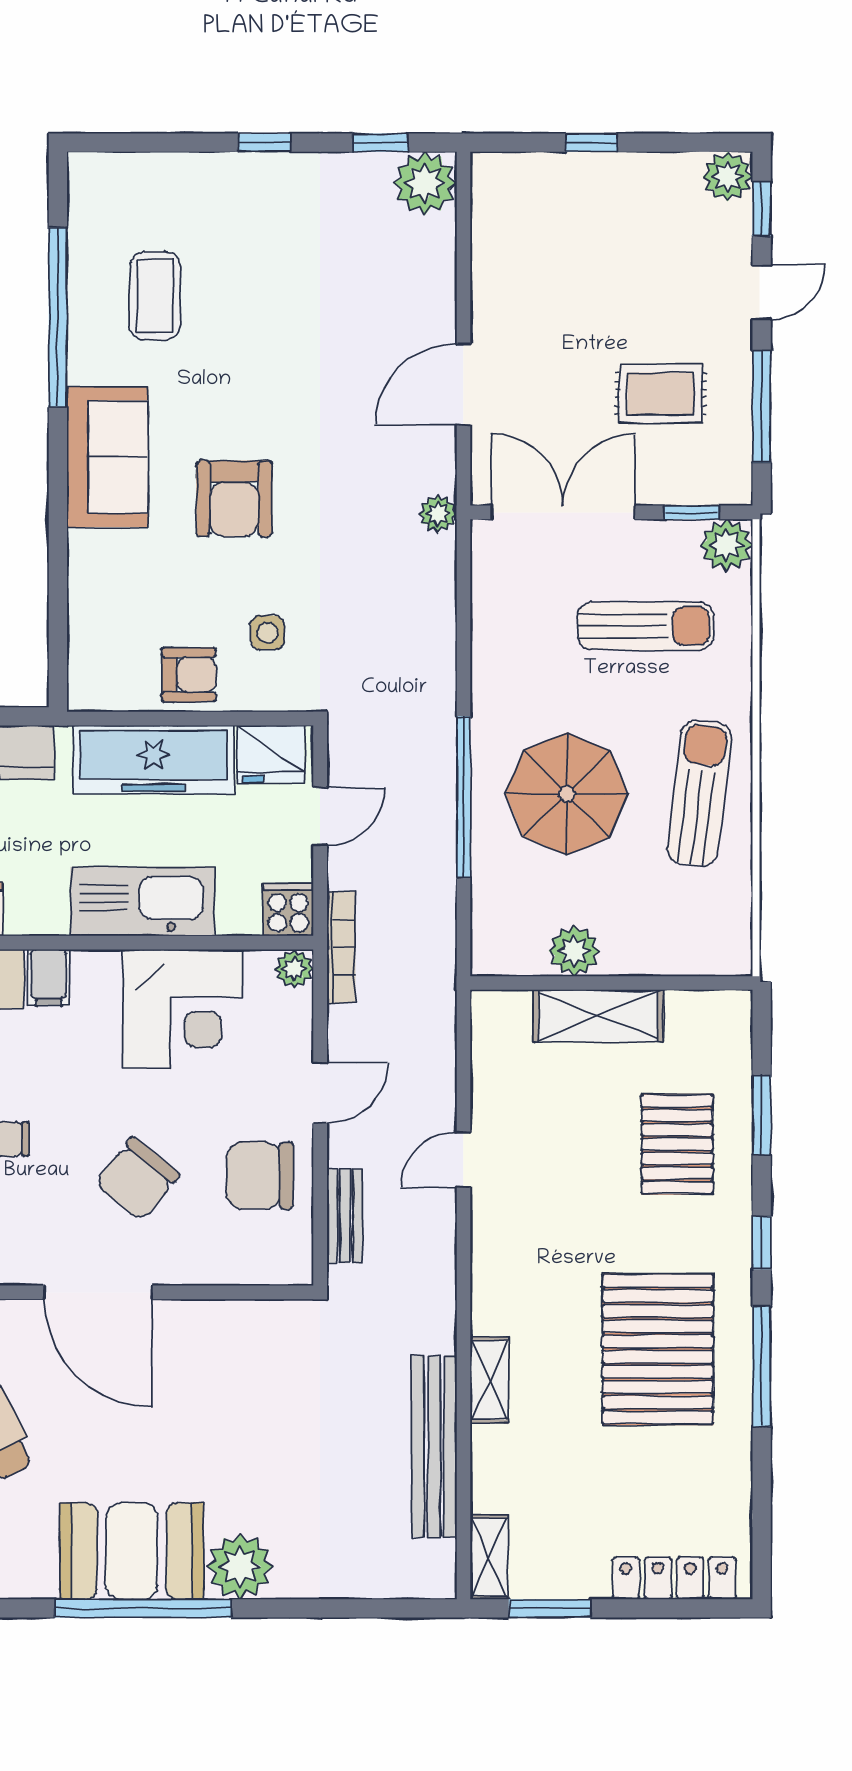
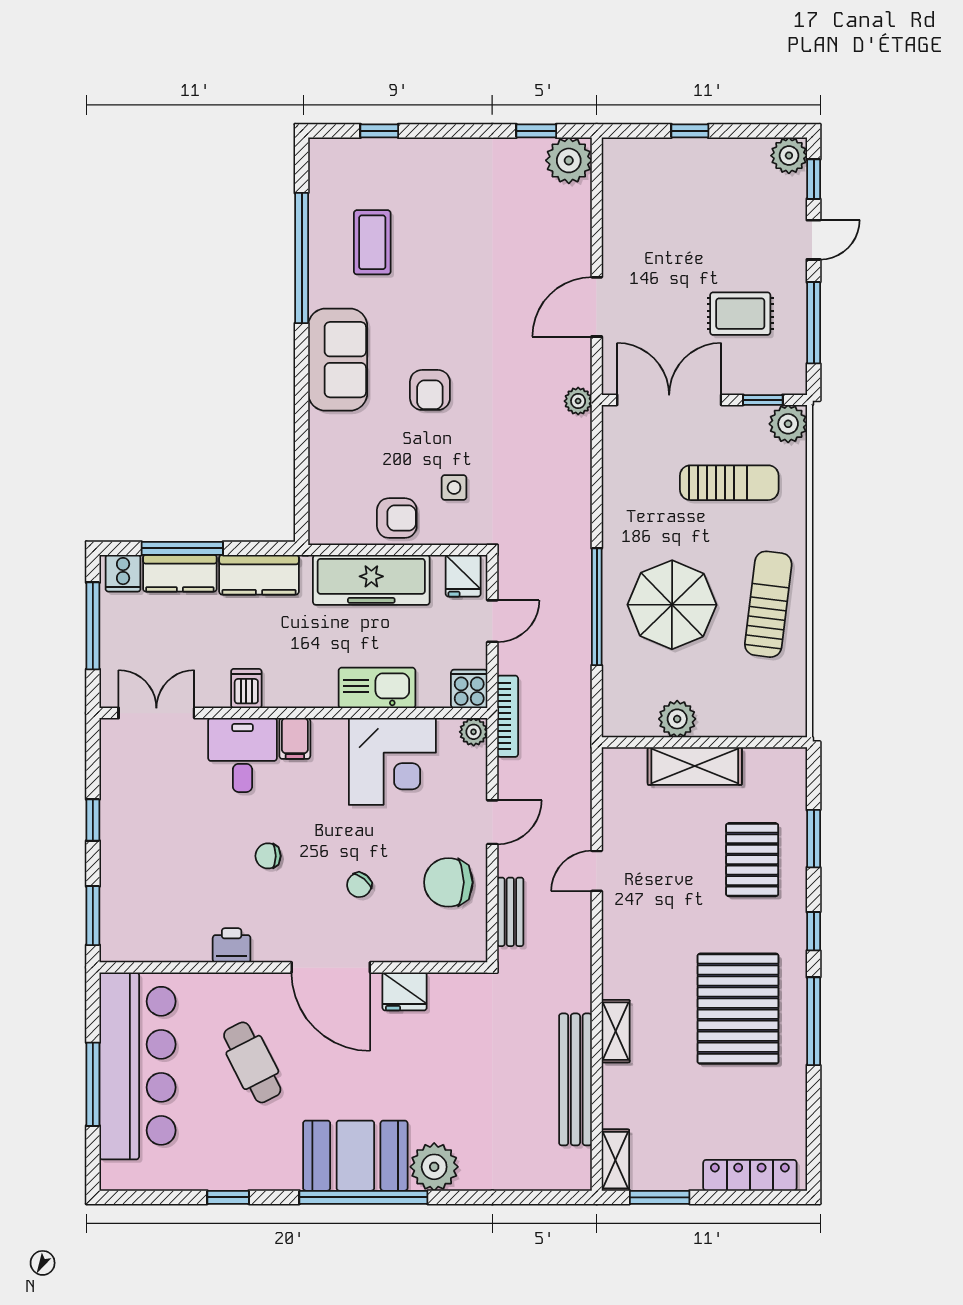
window: (265, 143) -> (379, 131), moved
armchair: (234, 499) -> (430, 390), width x0.72, depth x0.72
fridge: (271, 754) -> (463, 576), width x0.72
kitchen sink: (142, 901) -> (377, 688), width x0.73, depth x0.81
chair: (137, 1179) -> (359, 885), width x0.54, depth x0.54
fridge: (199, 1325) -> (405, 991), added

